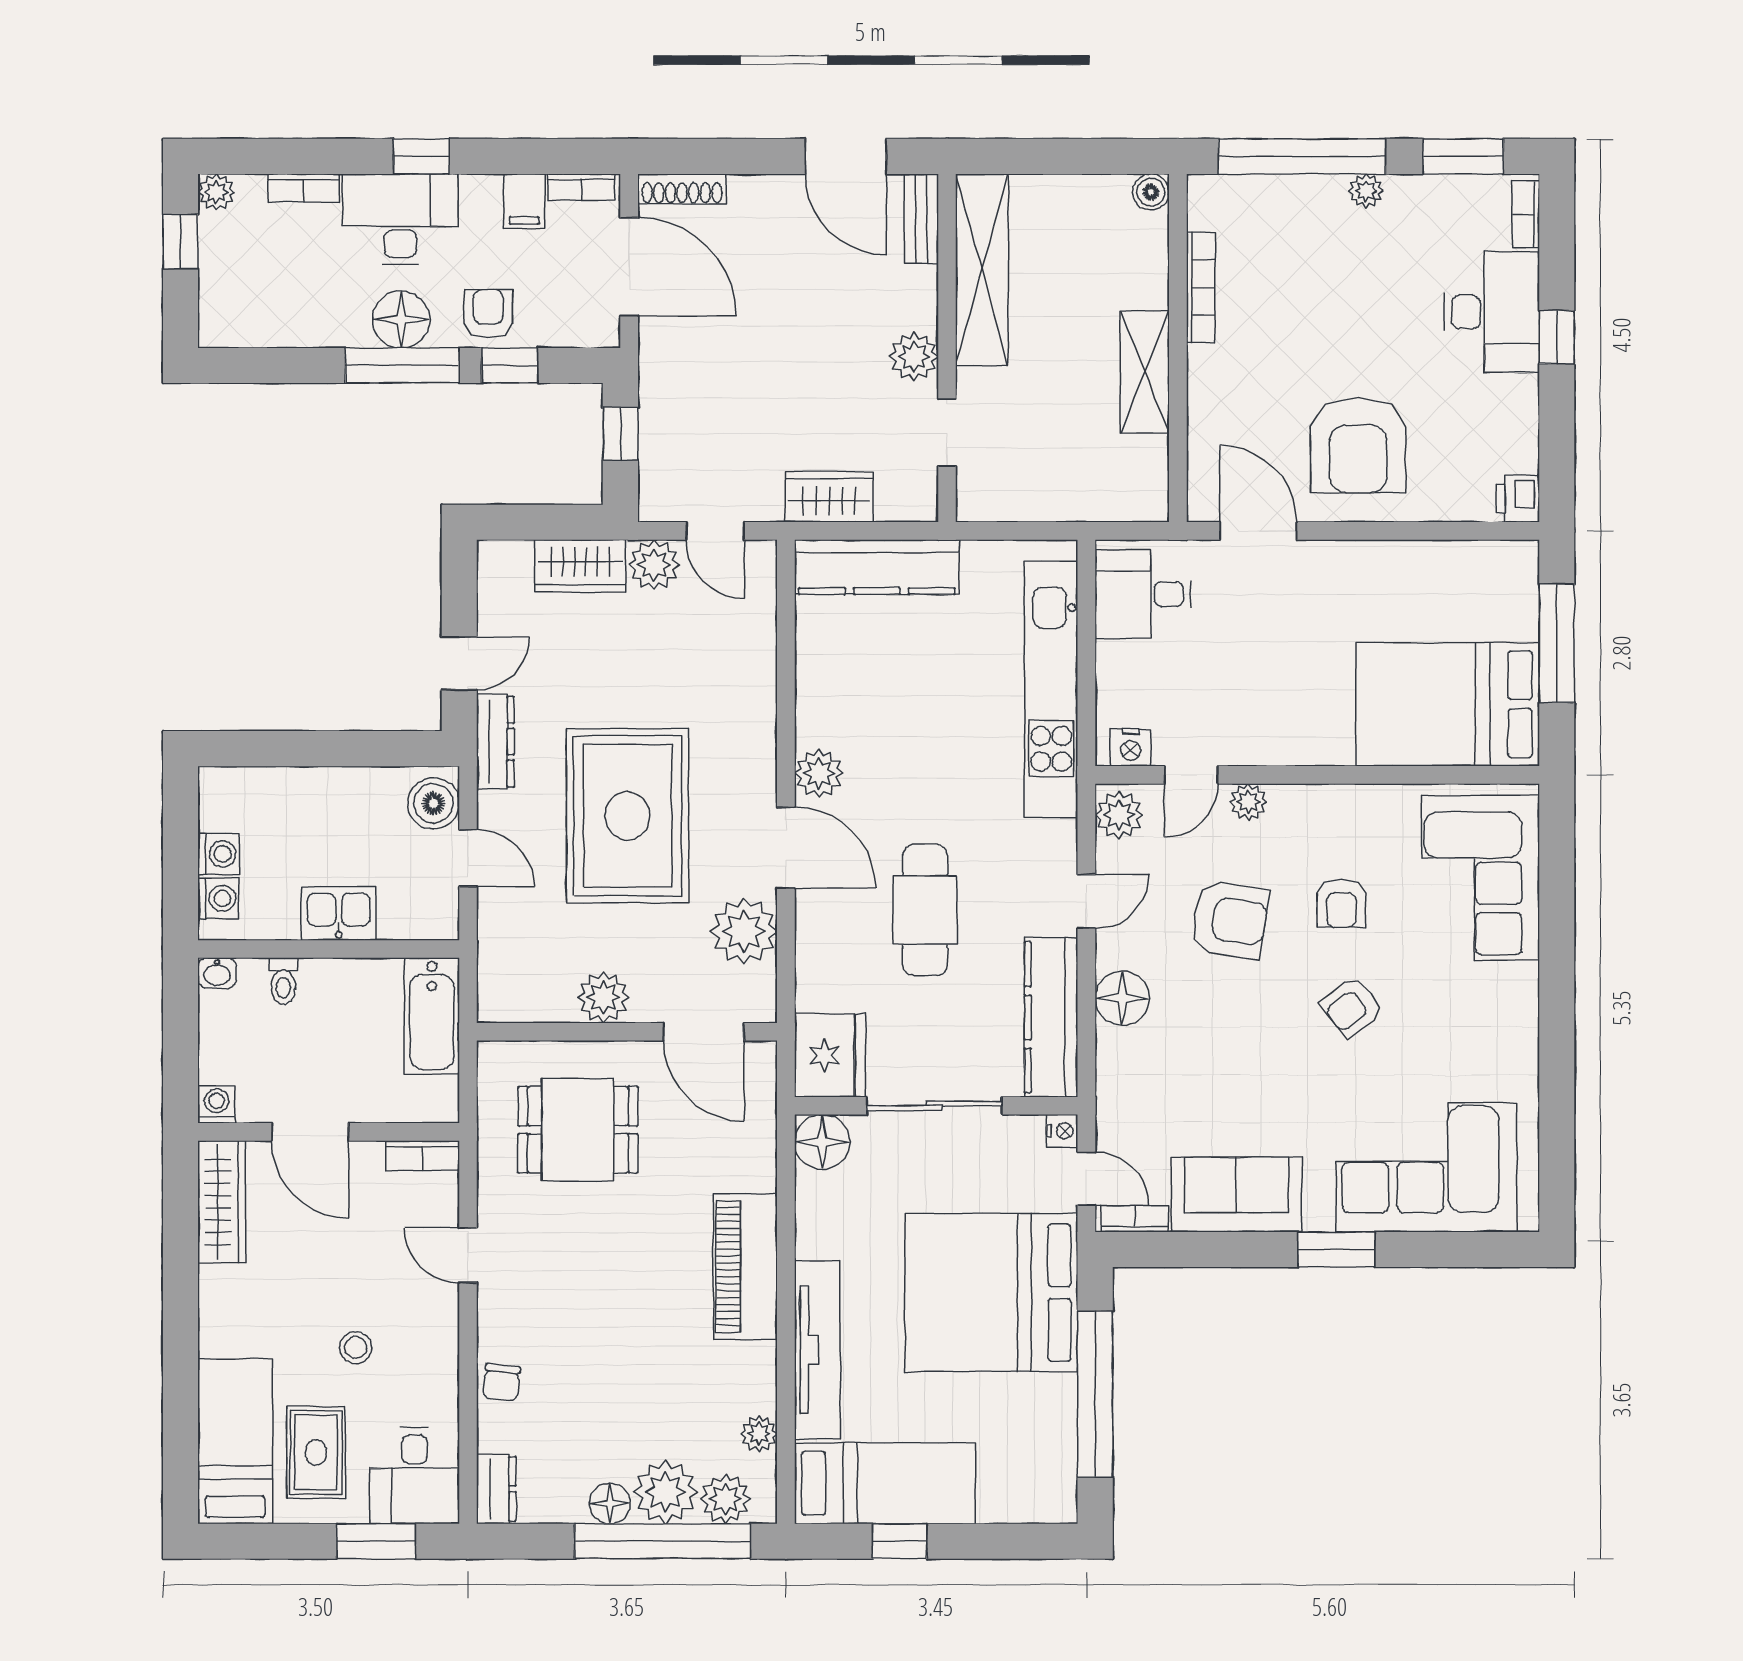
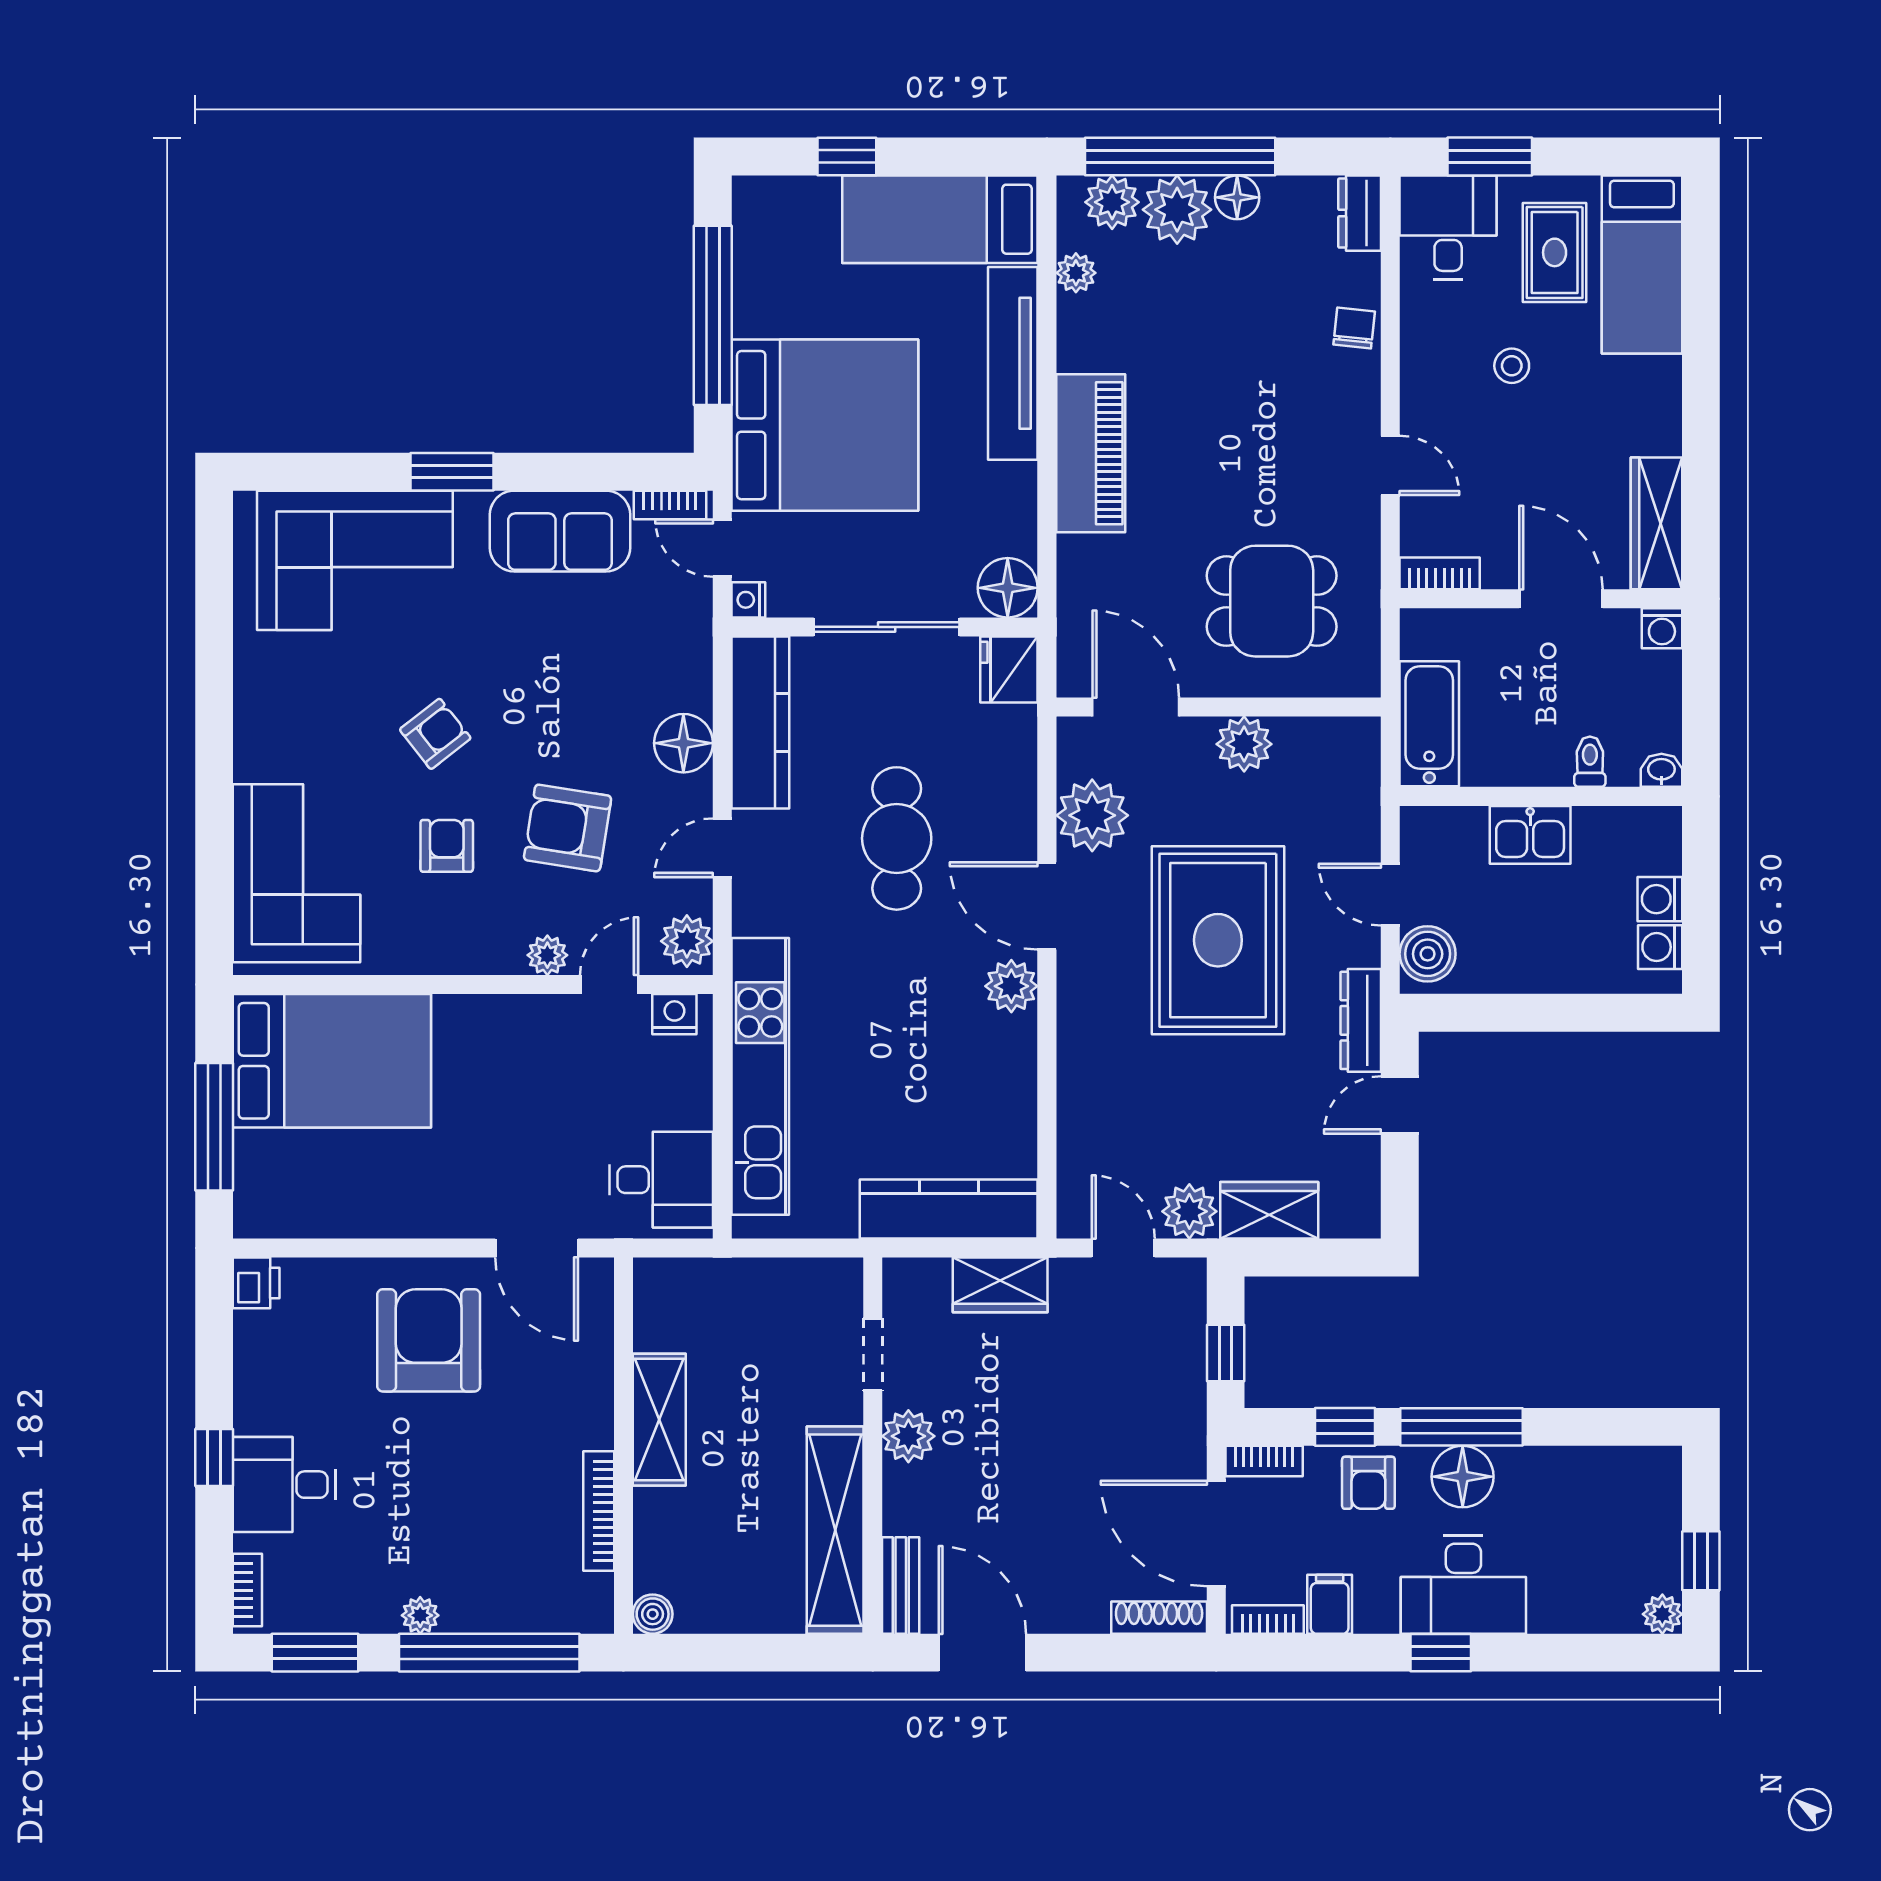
bookcase: (303, 188) -> (1264, 1461), moved, turned 180
desk: (1492, 312) -> (284, 1485), width x0.73
washing machine: (218, 898) -> (1660, 947), moved
fridge: (830, 1055) -> (1009, 669), width x0.73, depth x0.75
window: (900, 1541) -> (847, 156), moved

